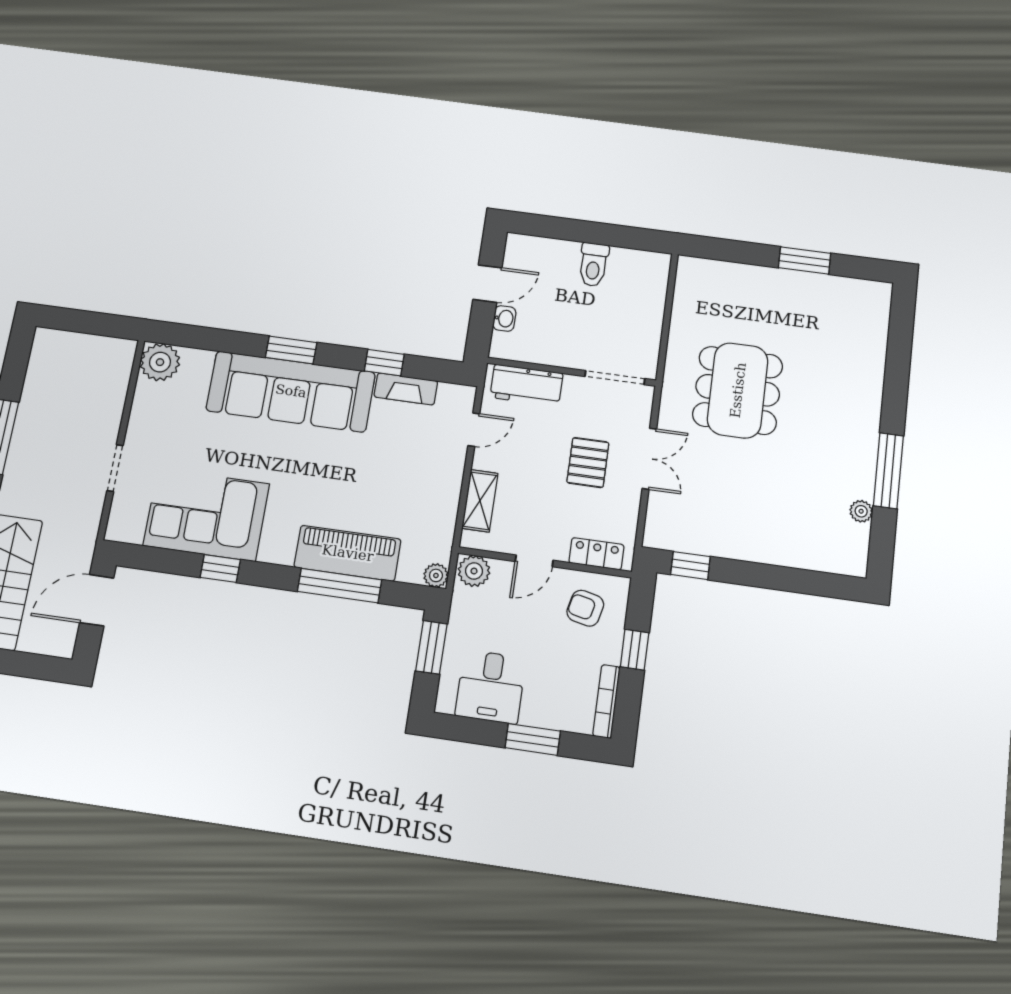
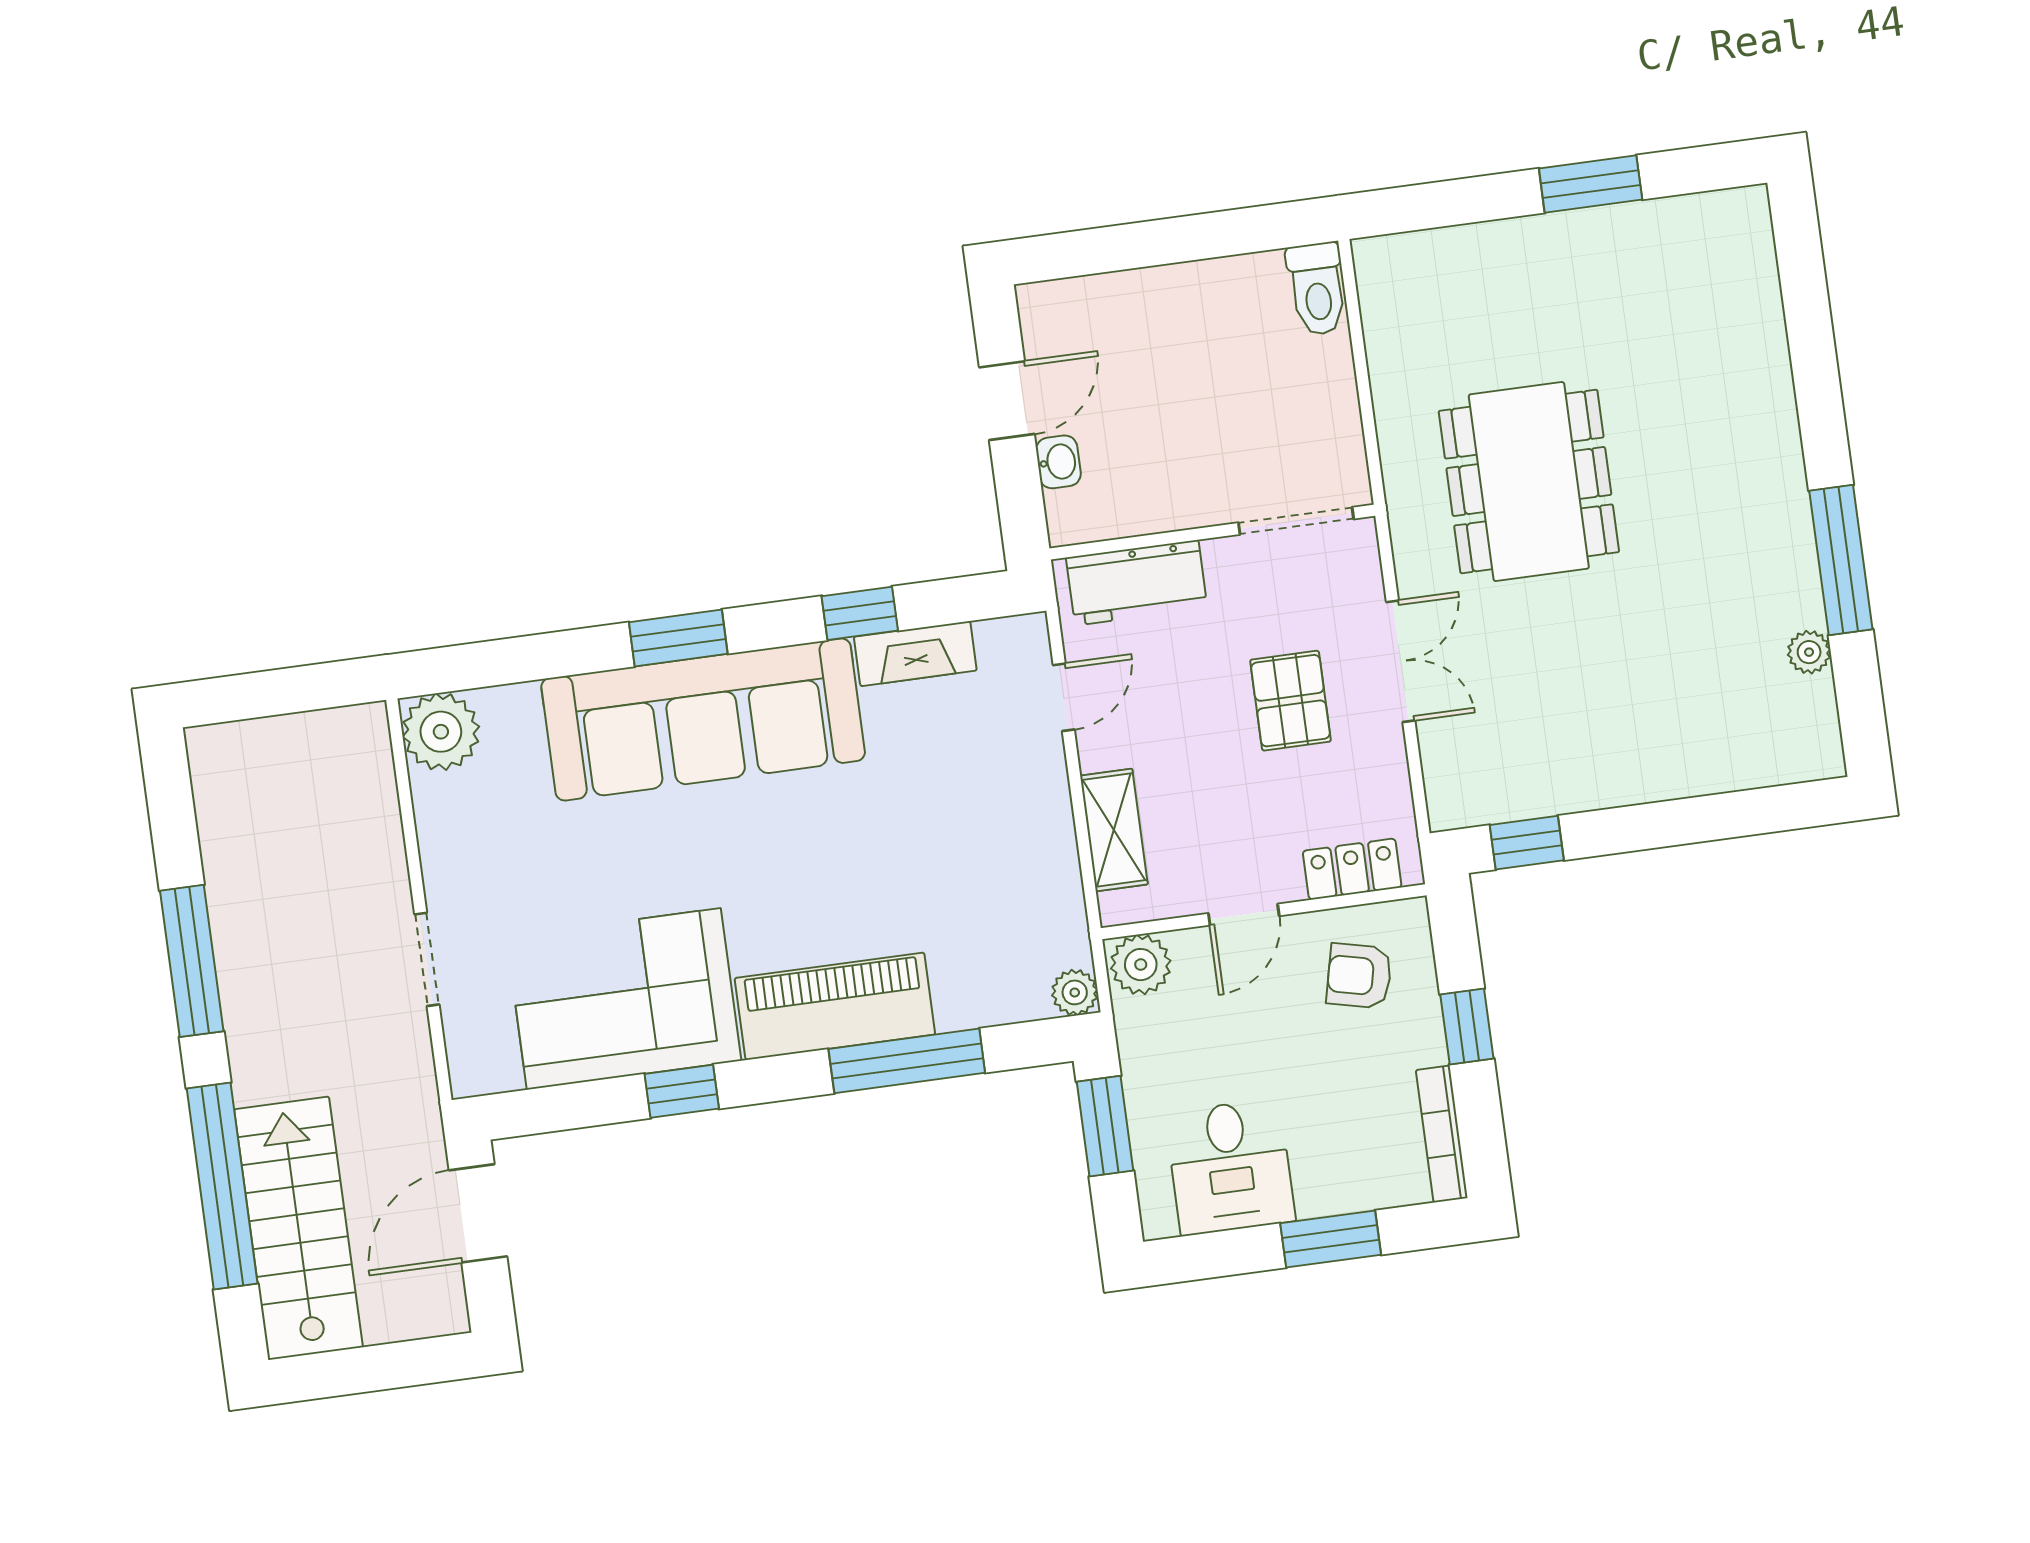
toilet: (593, 265) -> (1317, 289), moved
piano: (348, 553) -> (835, 1006), moved

